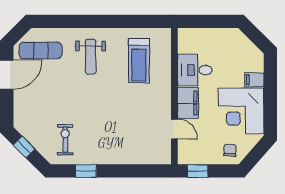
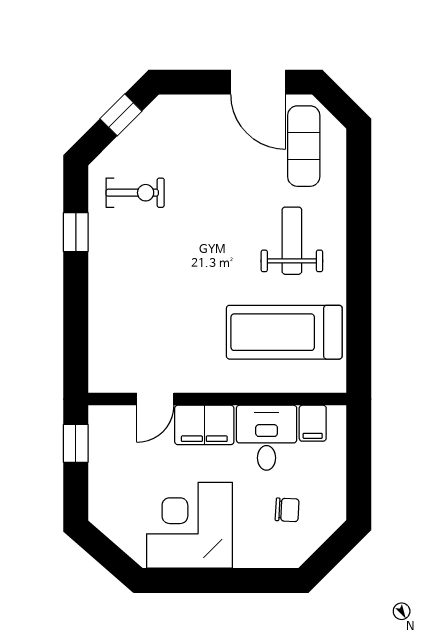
weight bench: (91, 57) -> (292, 241), turned 90
treadmill: (139, 61) -> (284, 332), width x1.37, depth x1.38
filing cabinet: (254, 80) -> (313, 423), moved, turned 180
chair: (230, 150) -> (287, 510), moved

